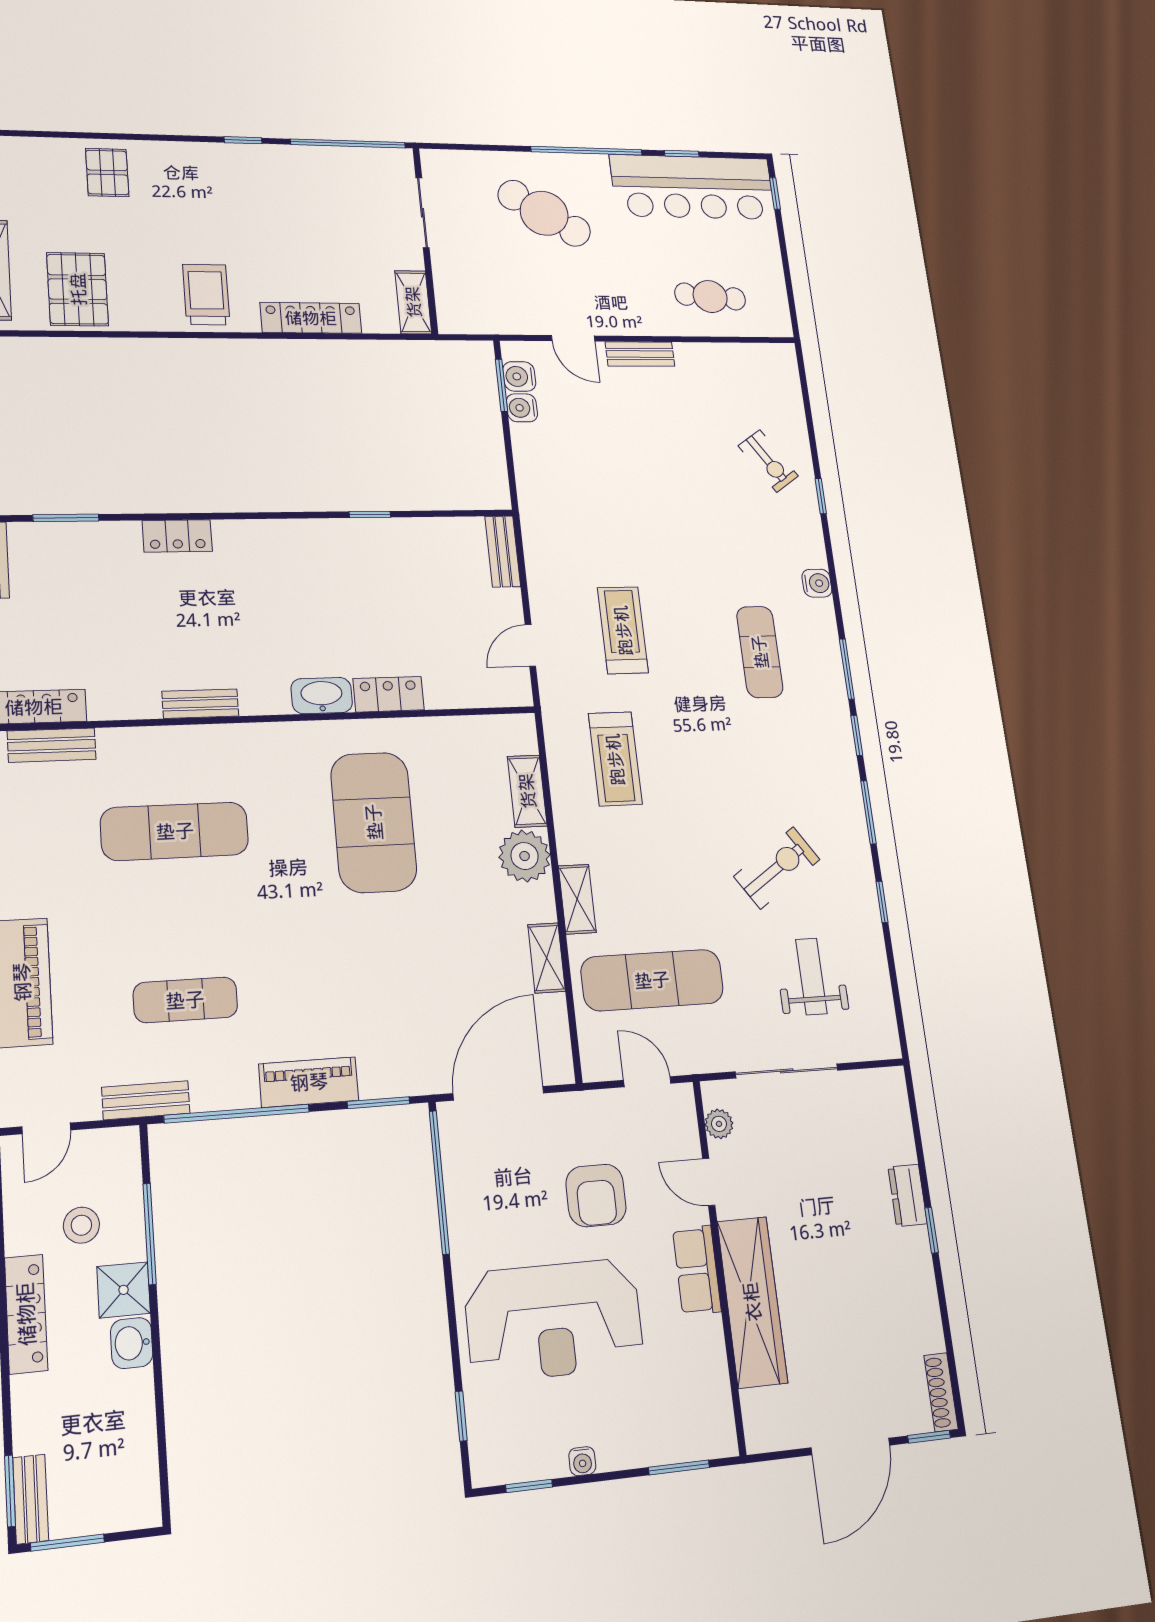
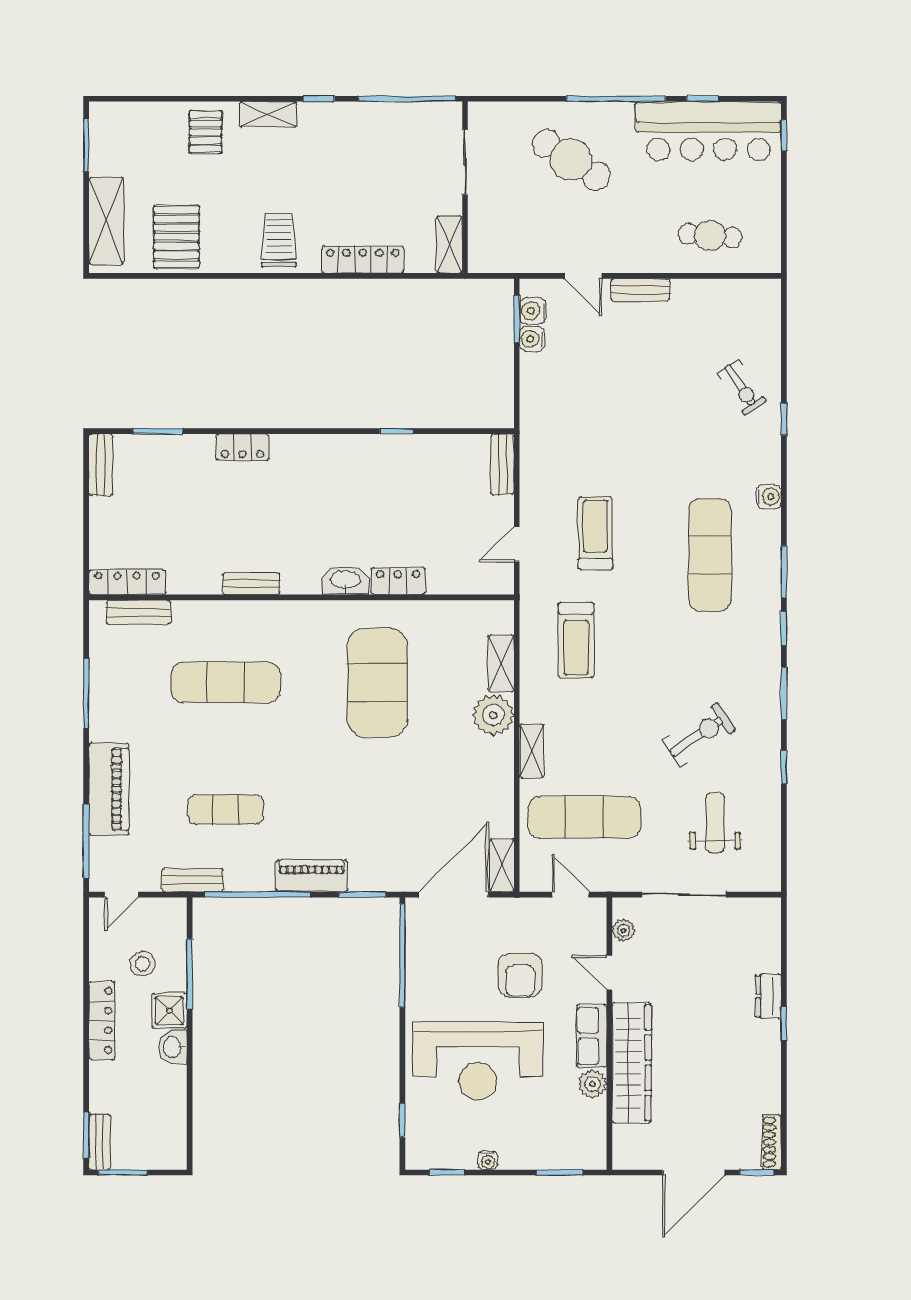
shelving: (183, 155) -> (268, 114), added
exercise mat: (760, 652) -> (710, 555), width x1.36, depth x1.45
shelving: (547, 958) -> (502, 865), moved
plant: (706, 1337) -> (592, 1084), added

